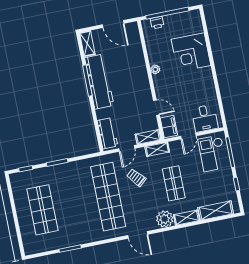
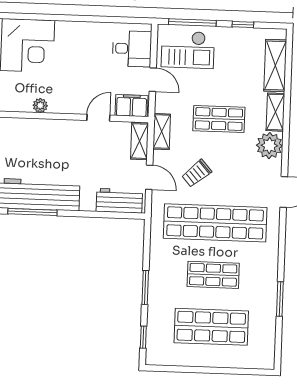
shop shelf: (75, 203) -> (213, 275), added

